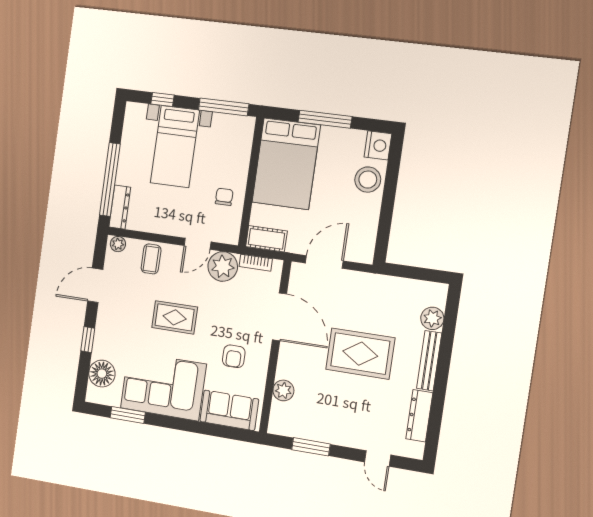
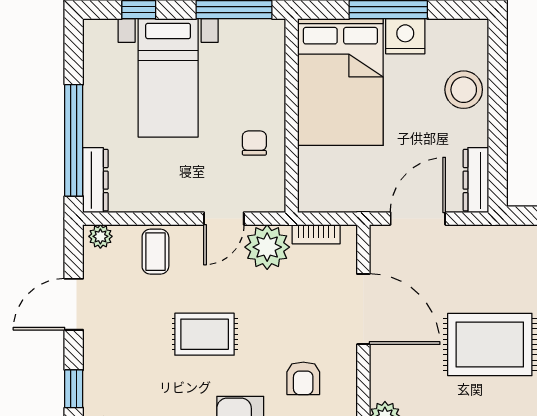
nightstand: (378, 145) -> (405, 36), moved, turned -90
cot: (266, 239) -> (327, 197), removed
dresser: (367, 242) -> (476, 180), added

